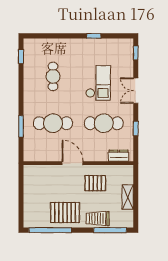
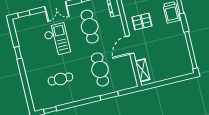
checkout: (98, 83) -> (57, 40), turned 90
shelving: (41, 171) -> (143, 70), added
pallet: (95, 183) -> (142, 21), turned 90
pallet: (65, 213) -> (173, 41), removed

